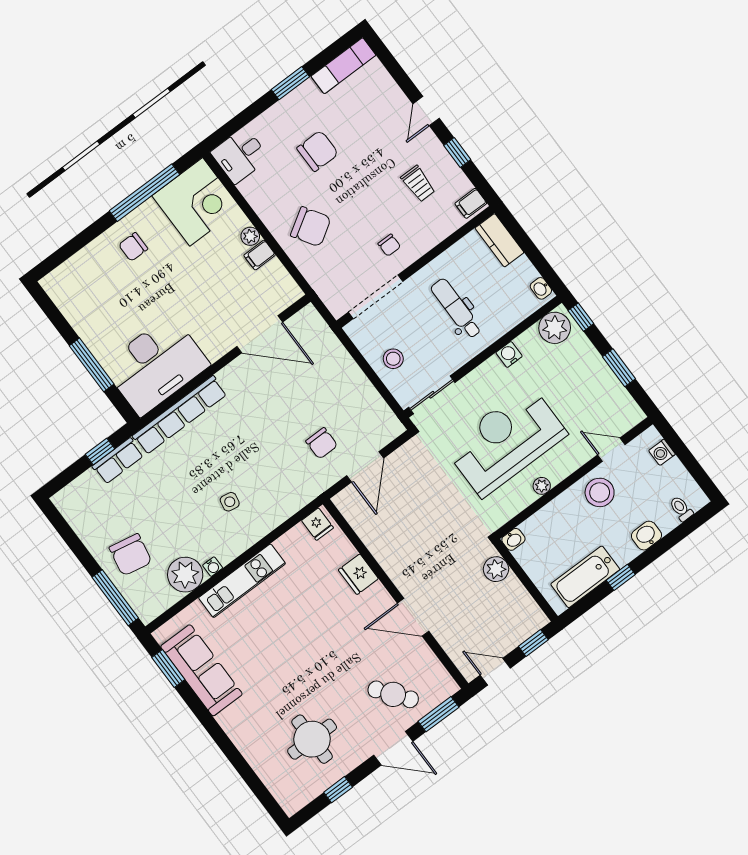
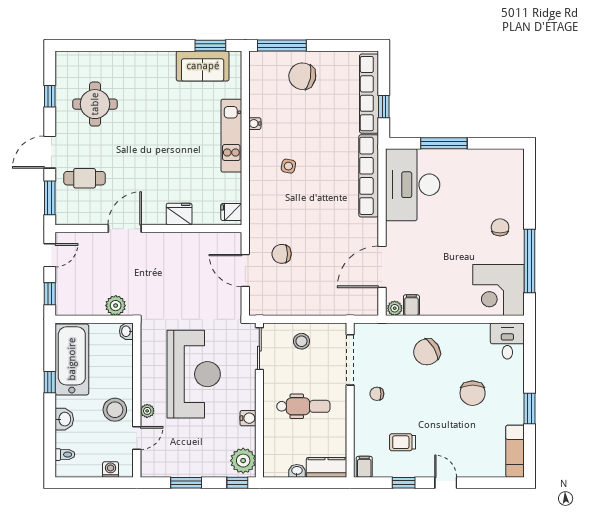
plant: (250, 236) -> (395, 308), moved
filing cabinet: (260, 255) -> (411, 305), moved
washbasin: (541, 288) -> (297, 471), moved
row of seats: (118, 461) -> (369, 94), width x2.02
plant: (542, 486) -> (147, 411), moved
plant: (185, 575) -> (263, 102), removed
bathtub: (585, 577) -> (72, 359), width x1.36, depth x1.36
sofa: (201, 670) -> (203, 66), width x0.73
cafe table: (393, 694) -> (85, 178), turned 37

